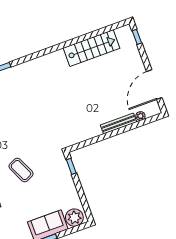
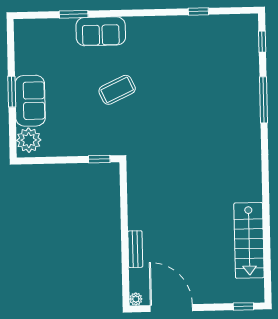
plant: (140, 116) -> (136, 299), moved
bench: (119, 124) -> (135, 249), width x0.73

